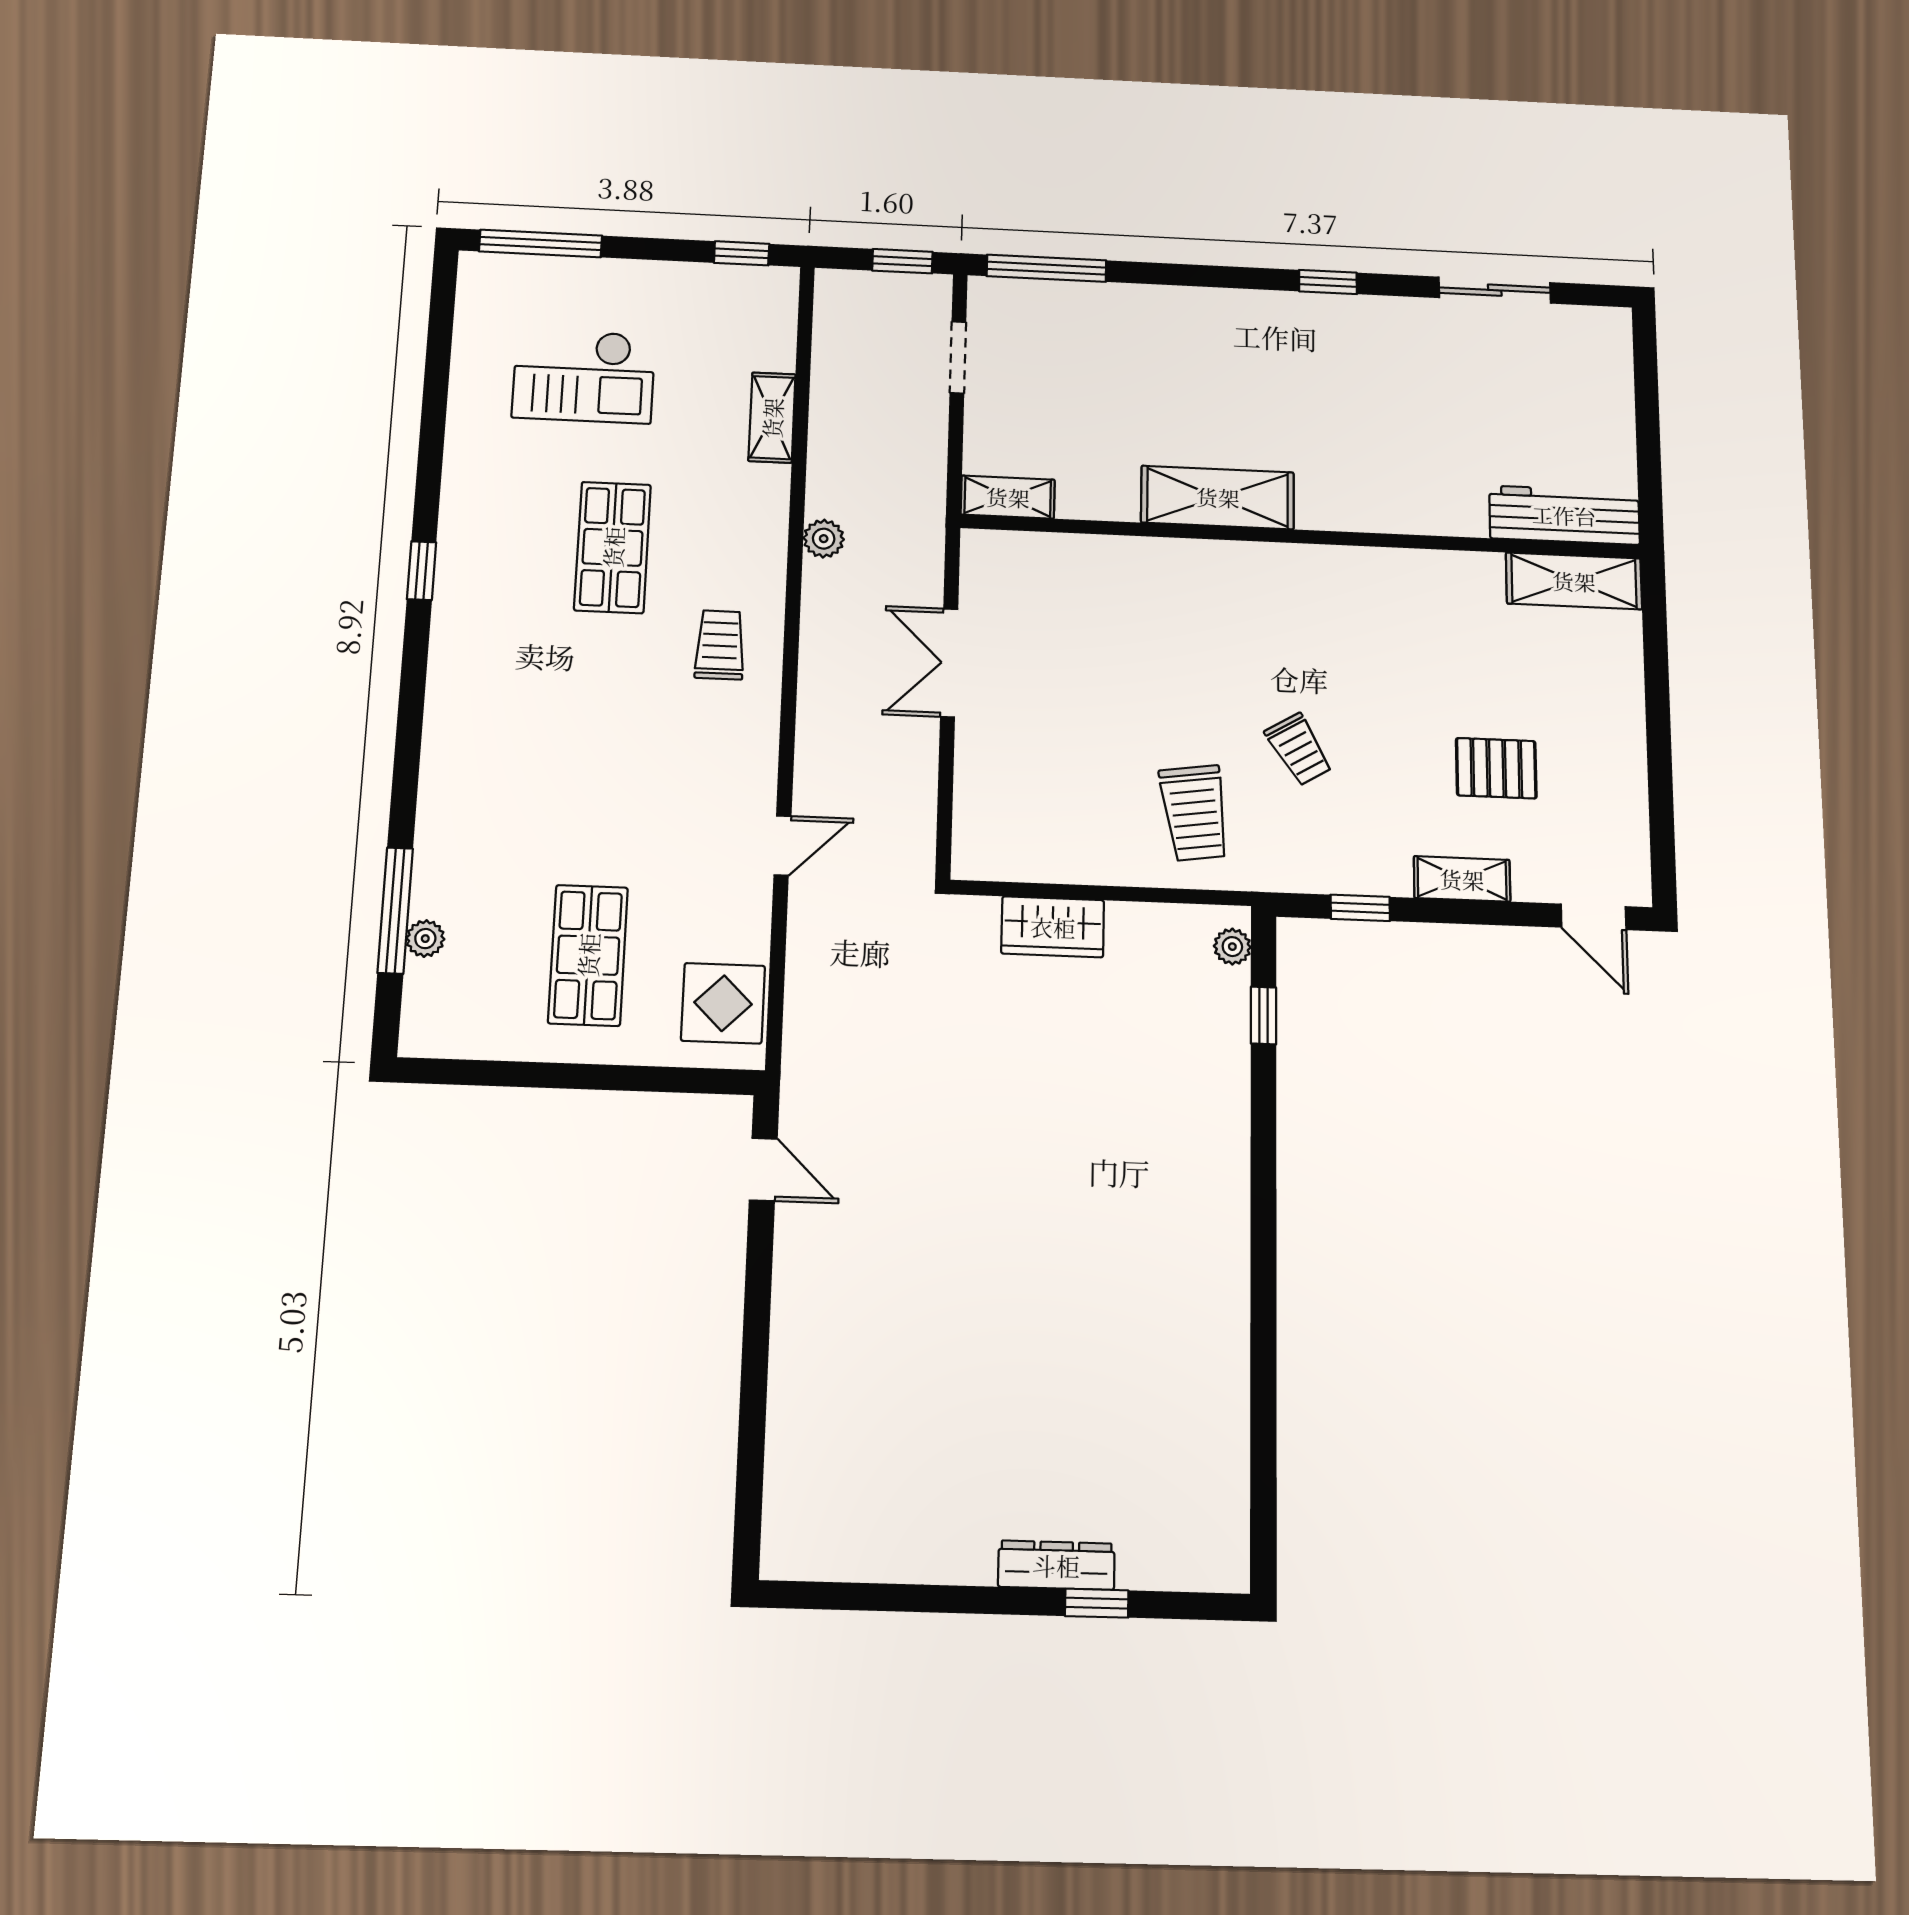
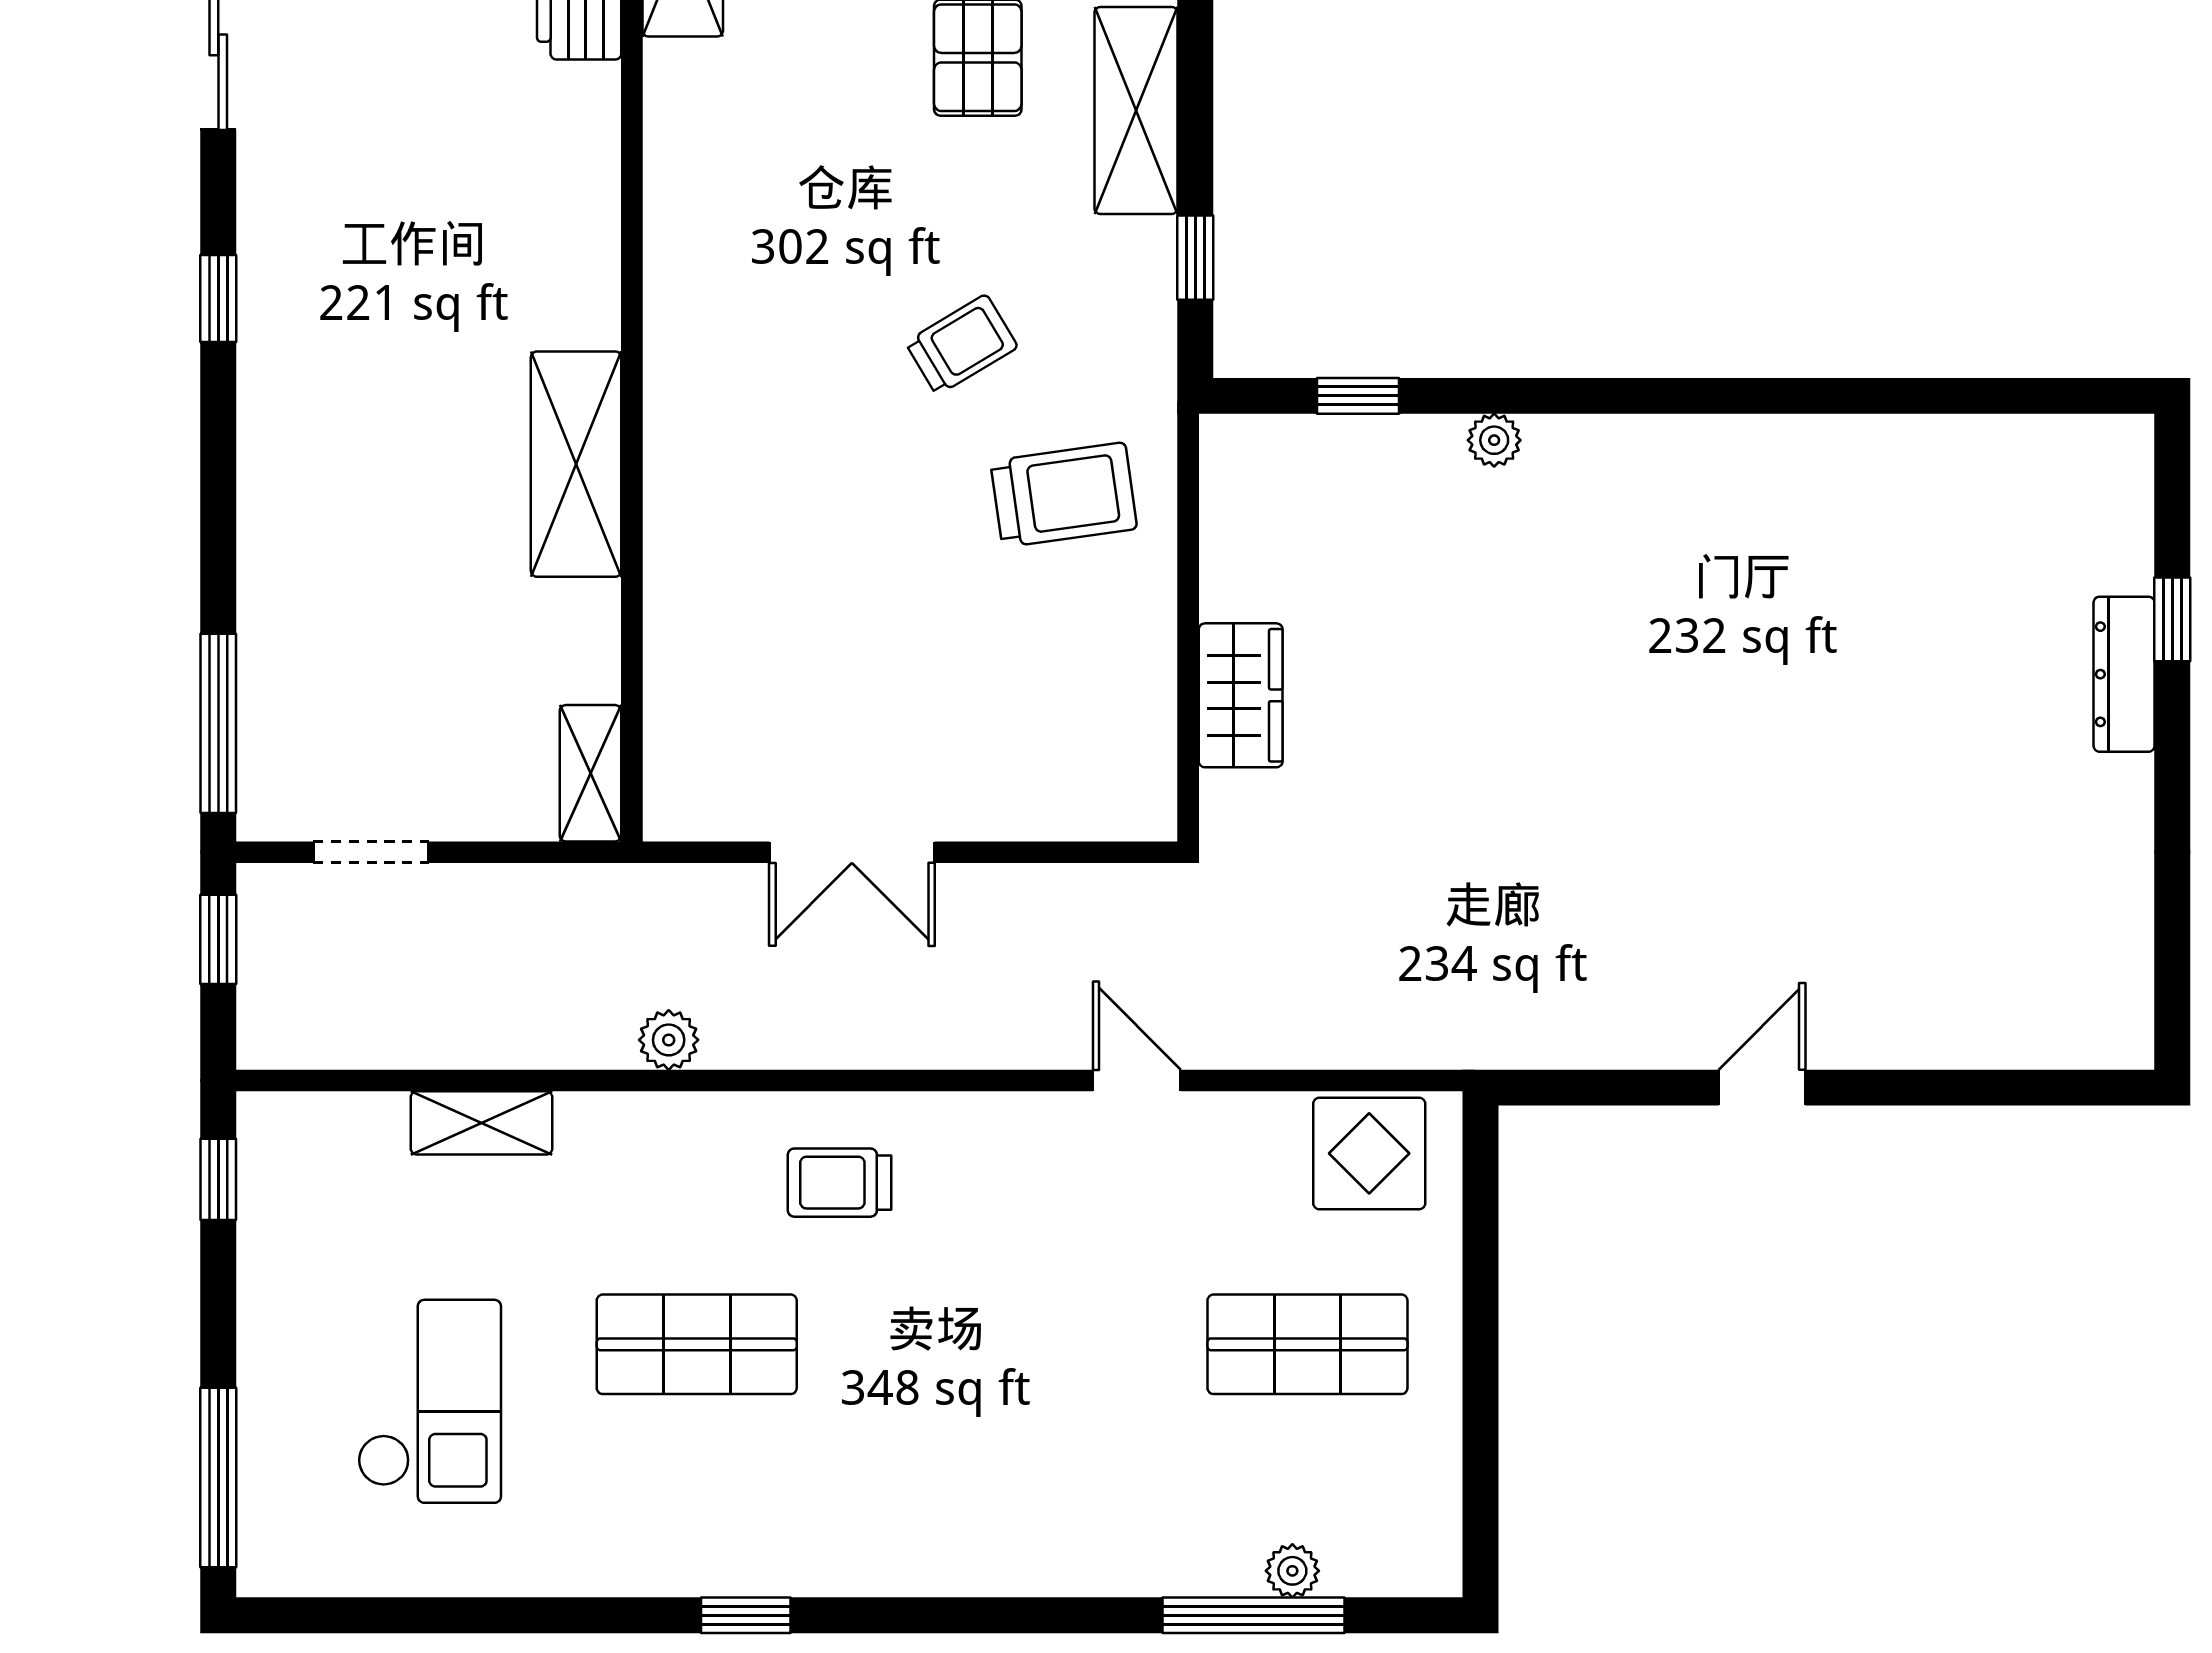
shelving: (1462, 879) -> (1136, 110), width x1.50, depth x1.33
plant: (1232, 947) -> (1494, 440), moved
door: (763, 1169) -> (1762, 1088), moved

